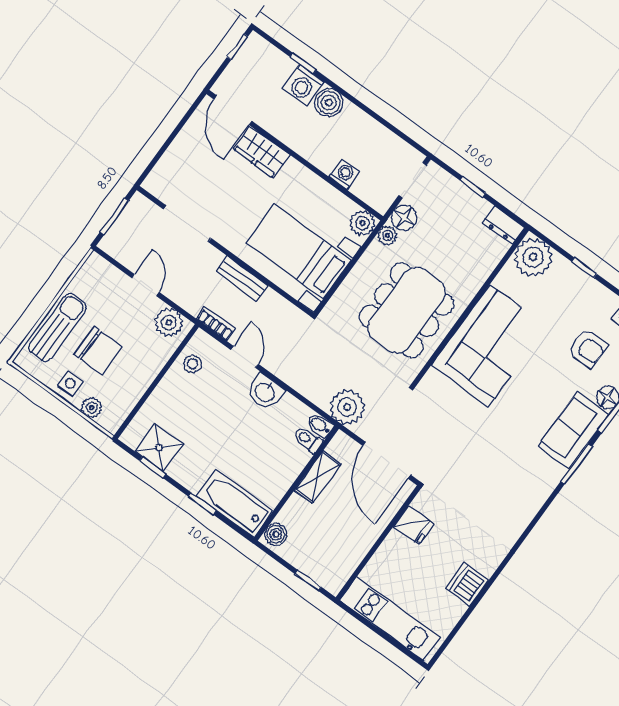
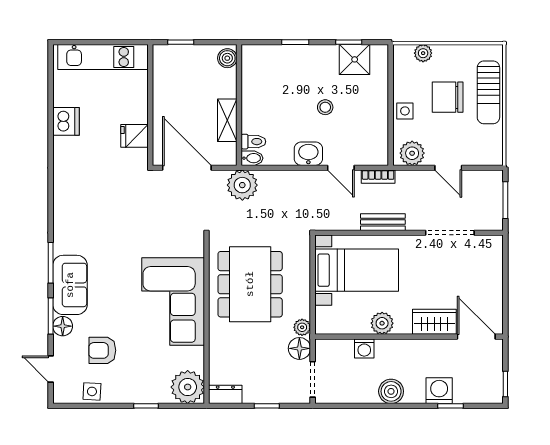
boiler: (329, 103) -> (391, 391), moved
plant: (362, 223) -> (382, 323), moved
stool: (193, 364) -> (325, 107), moved
side table: (70, 383) -> (405, 111), moved
bathtub: (235, 503) -> (272, 59), removed

